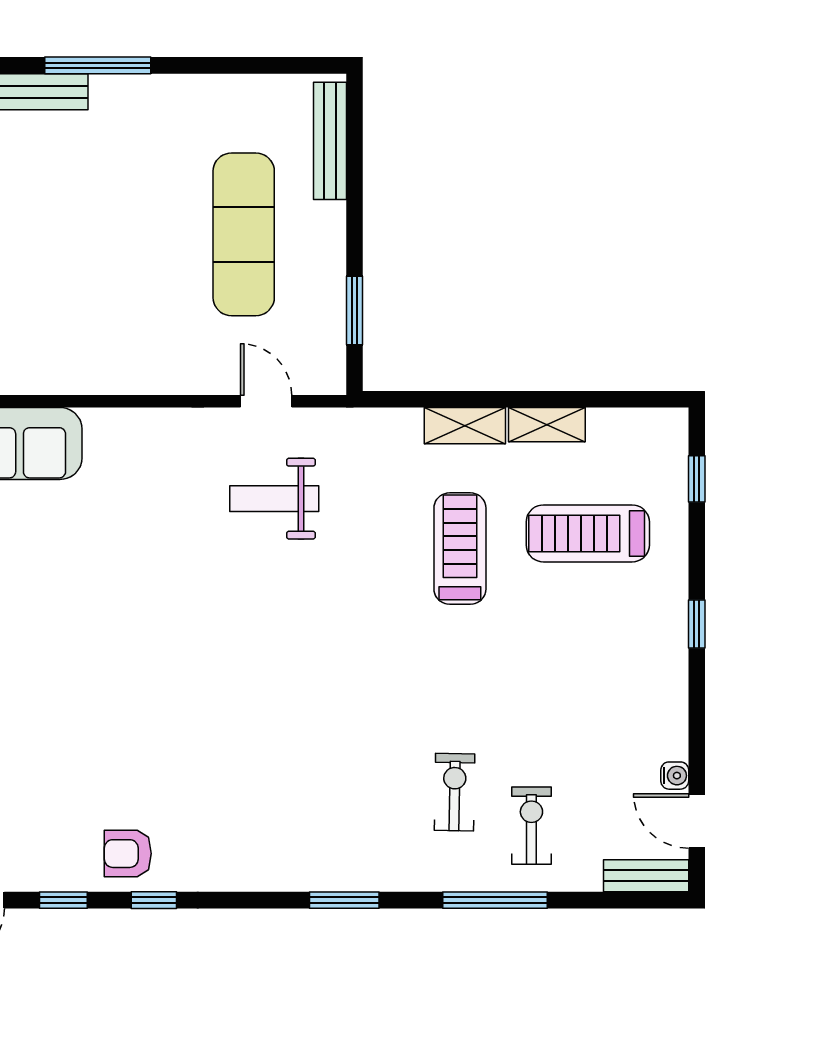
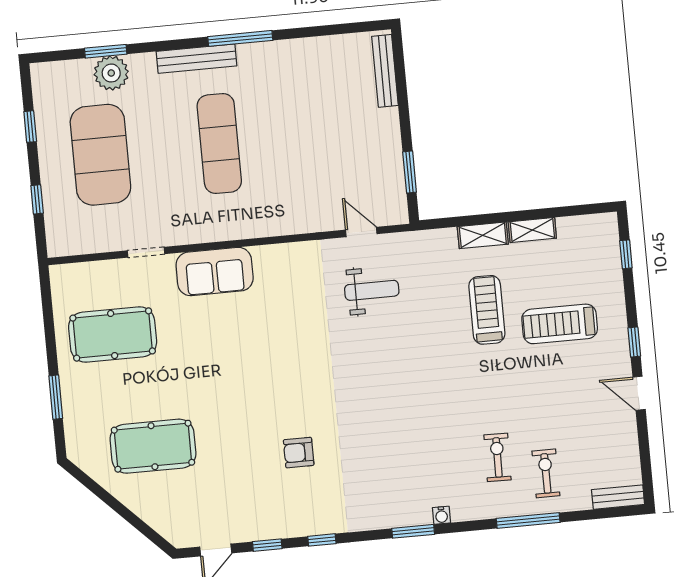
exercise mat: (244, 234) -> (219, 144), moved
weight bench: (274, 499) -> (372, 290), turned 180
treadmill: (588, 533) -> (560, 324), moved
water cooler: (675, 776) -> (441, 515), moved, turned 90
door: (697, 821) -> (639, 393), moved
armchair: (128, 854) -> (299, 453), moved
window: (344, 900) -> (413, 531), moved

